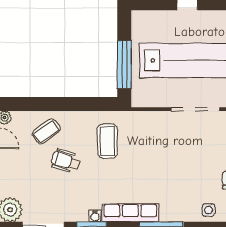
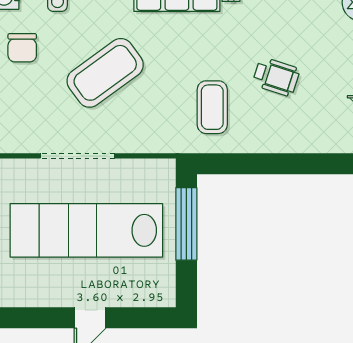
coffee table: (46, 131) -> (105, 73), moved, width x1.86, depth x1.72

